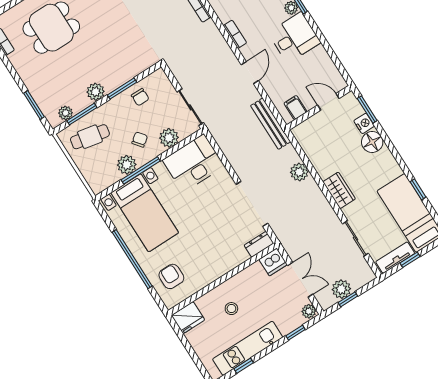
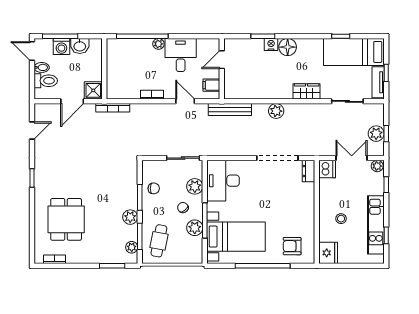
door: (328, 102) -> (222, 60), moved
filing cabinet: (296, 108) -> (211, 85), moved
wall: (319, 108) -> (222, 69), moved

